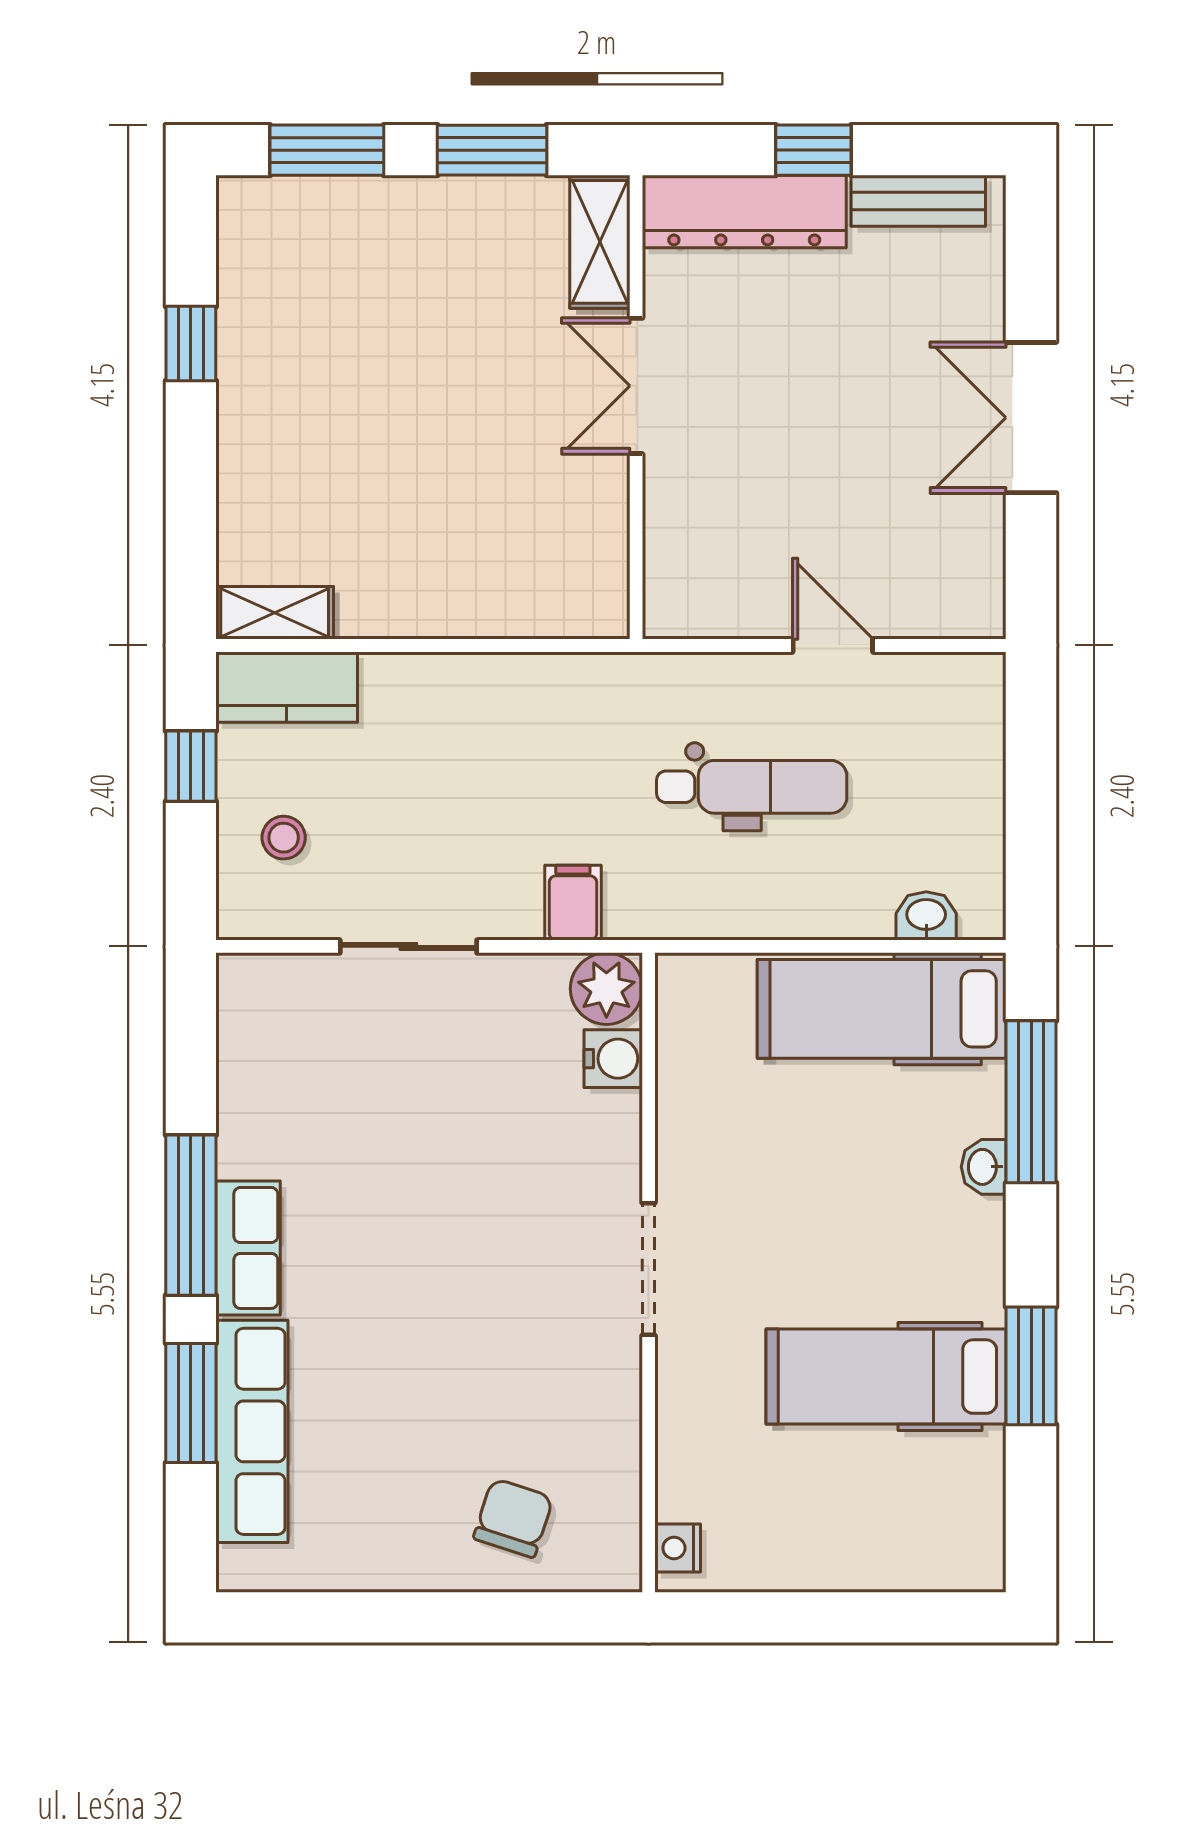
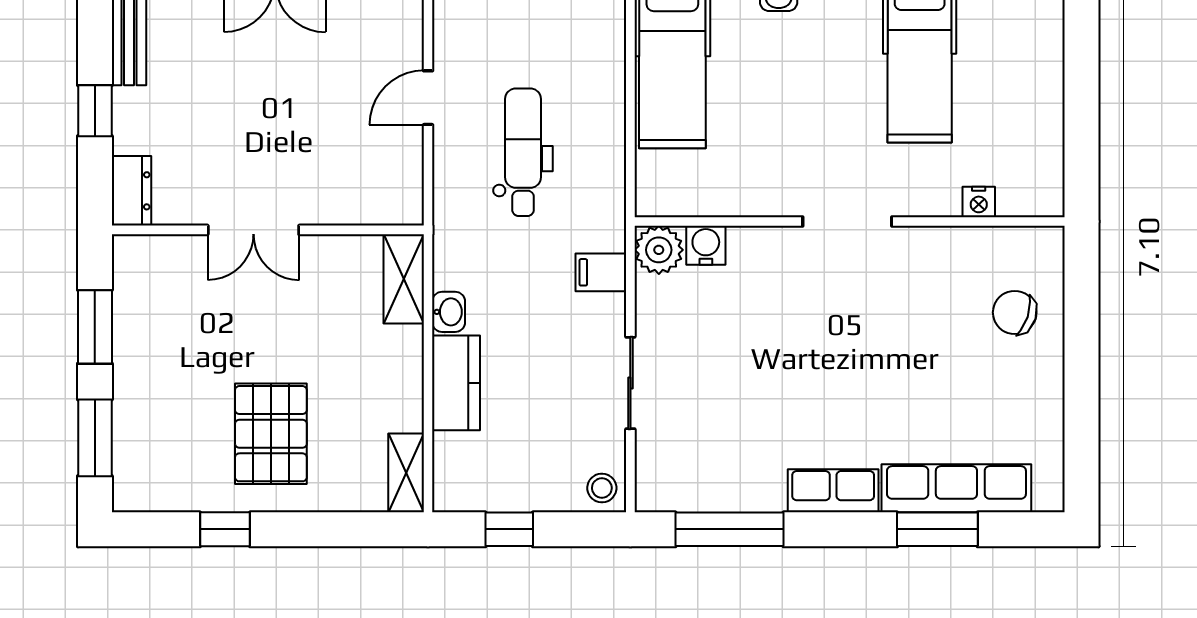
dresser: (744, 212) -> (131, 191), width x0.51, depth x0.80
shelving: (600, 242) -> (404, 279), moved, turned 90
pallet: (333, 412) -> (271, 434), added
kitchen counter: (287, 687) -> (456, 383), moved
stool: (284, 838) -> (602, 488), moved
washbasin: (926, 916) -> (449, 312), moved, turned 180
window: (191, 1215) -> (730, 529), moved
nightstand: (678, 1548) -> (979, 202), moved

